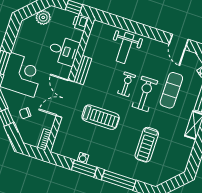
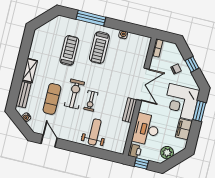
filing cabinet: (22, 43) -> (184, 129), added
desk: (64, 51) -> (146, 129), width x1.37
exercise bike: (145, 94) -> (74, 94), turned 180
treadmill: (101, 117) -> (99, 48), moved, turned -90
window: (84, 169) -> (121, 26), removed

